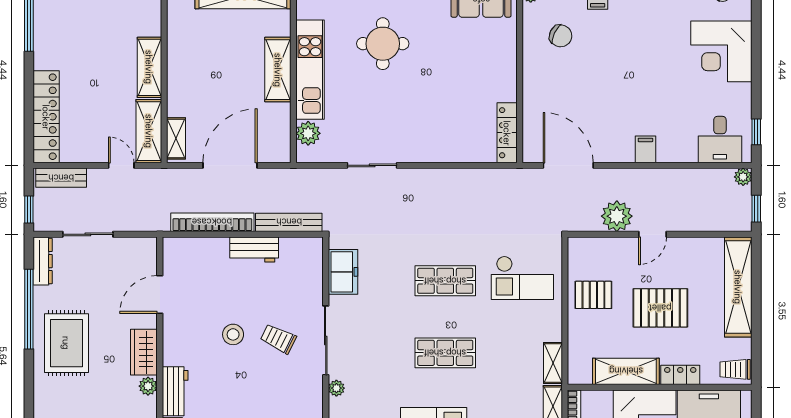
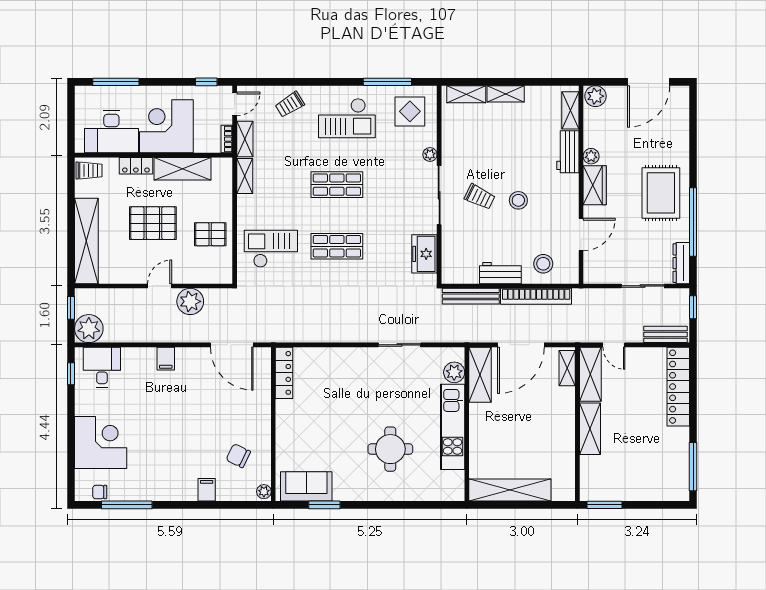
shelving: (278, 70) -> (480, 375), moved
plant: (743, 177) -> (89, 329), width x1.88, depth x1.88
stool: (204, 260) -> (543, 264), added

